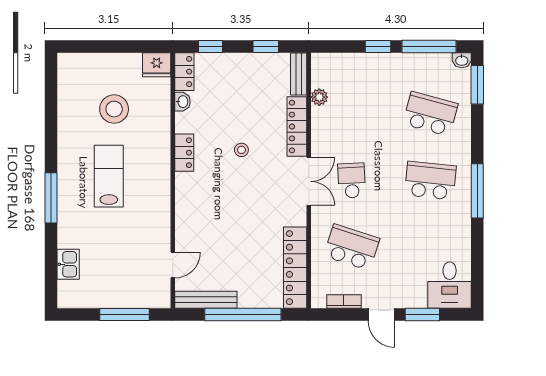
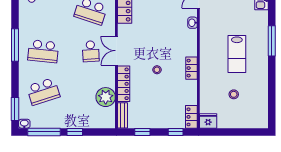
plant: (319, 97) -> (106, 97), width x1.88, depth x1.88
washbasin: (182, 102) -> (193, 23), moved
stool: (114, 109) -> (234, 94), width x0.53, depth x0.53
school desk: (430, 114) -> (43, 91), turned -33

